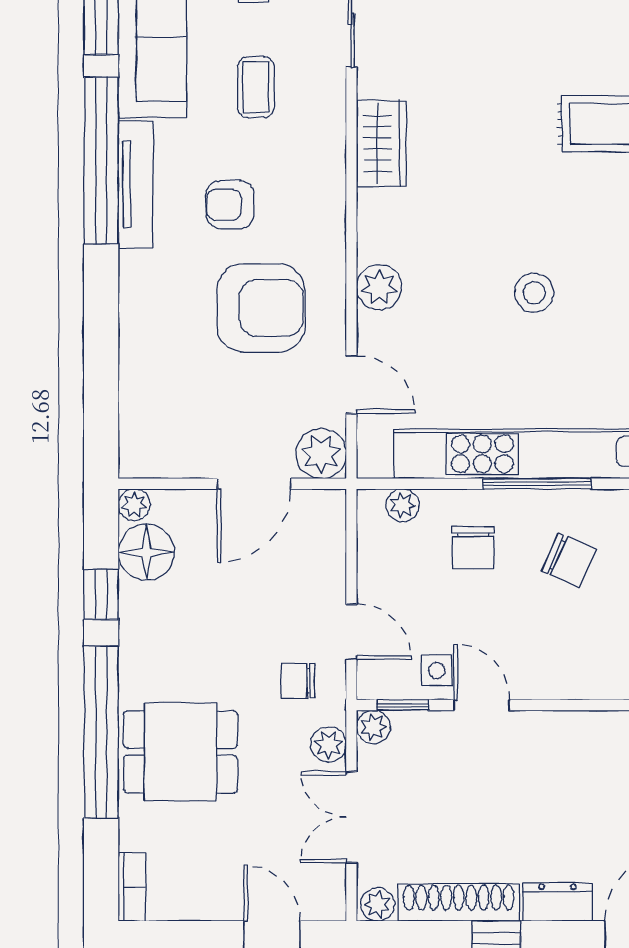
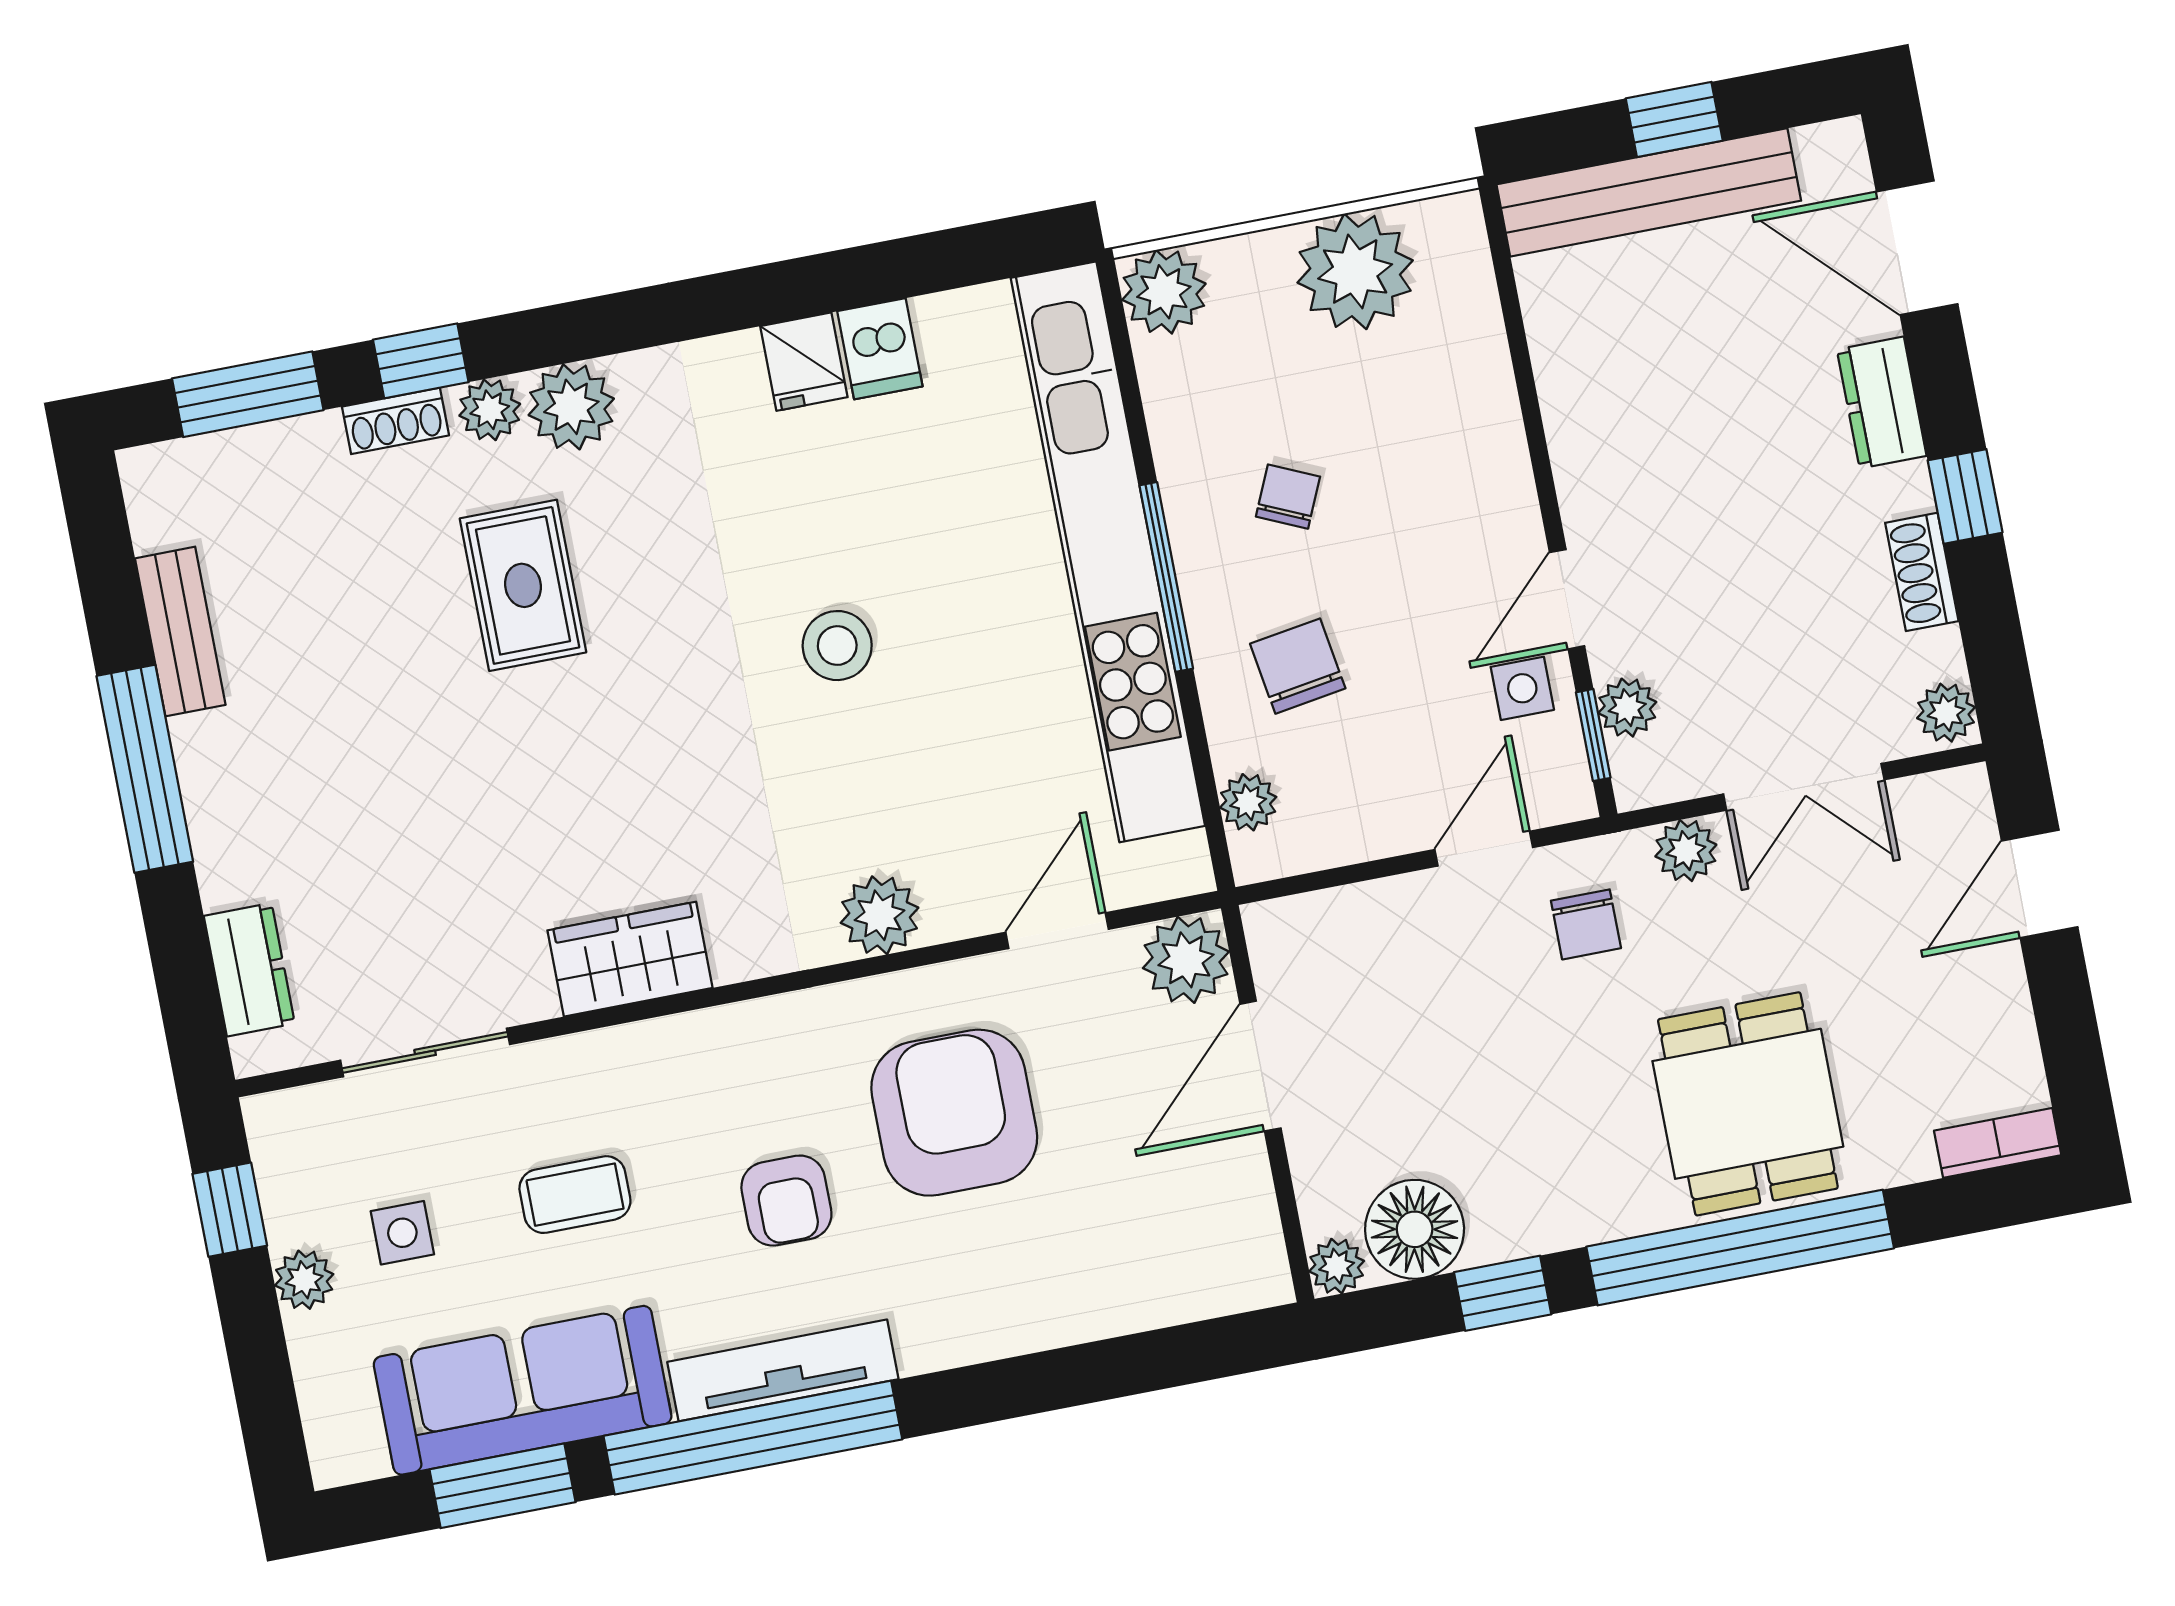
door: (254, 484) -> (1260, 1066), swing flipped
chair: (473, 548) -> (1298, 666), turned -99
chair: (569, 560) -> (1288, 497), width x0.73, depth x0.73
plant: (373, 727) -> (1627, 708), moved
shoe rack: (459, 902) -> (1922, 572), width x0.51, depth x0.81

